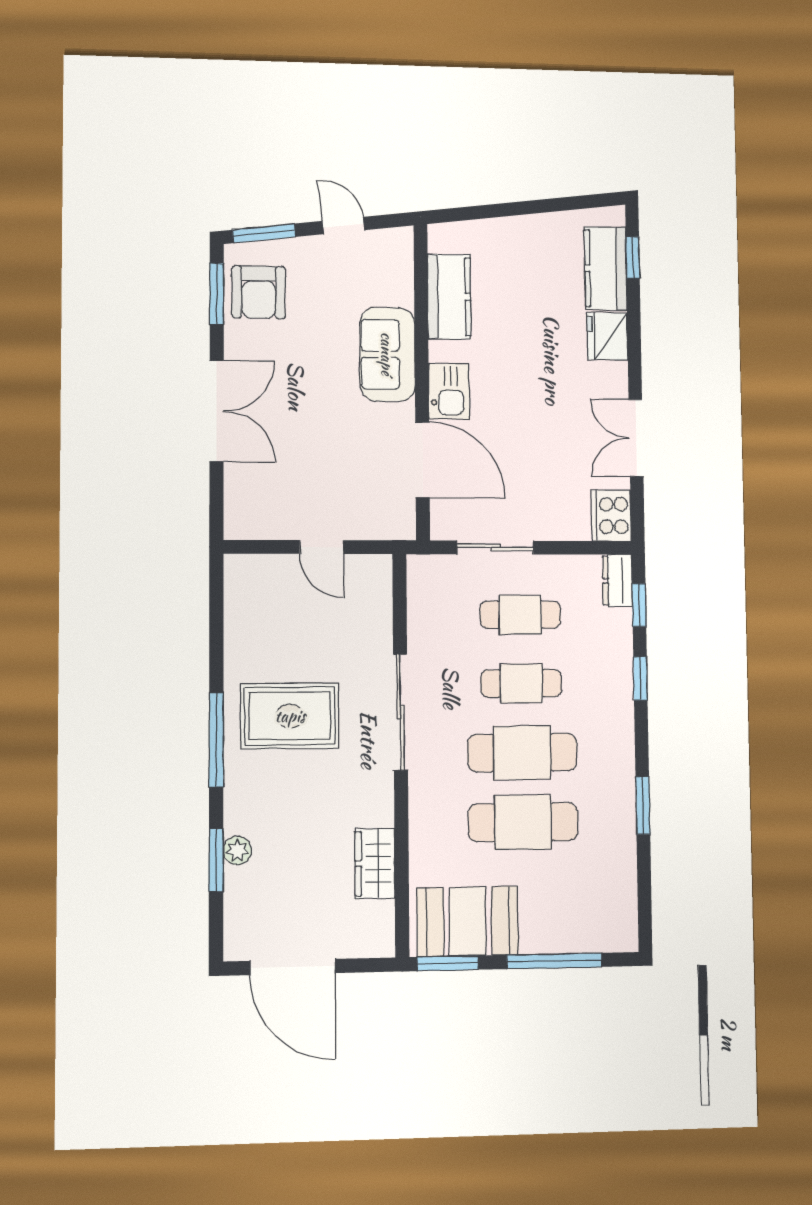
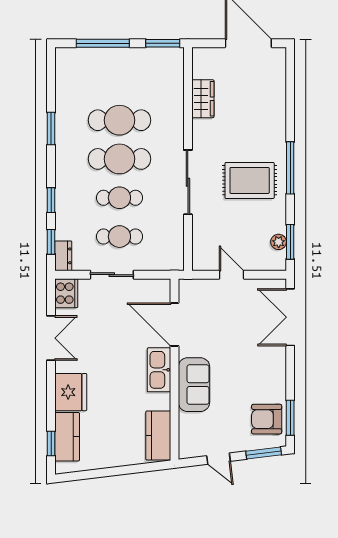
armchair: (259, 292) -> (267, 419), turned -90
kitchen counter: (449, 297) -> (158, 435), moved
fridge: (607, 336) -> (71, 392), width x1.36, depth x1.34
kitchen sink: (449, 391) -> (159, 370), width x1.38
double door: (217, 411) -> (290, 317), moved
sliding door: (495, 547) -> (112, 275), moved
plant: (237, 850) -> (279, 242), moved
window: (216, 860) -> (290, 242), moved
booth: (468, 921) -> (151, 66), removed

